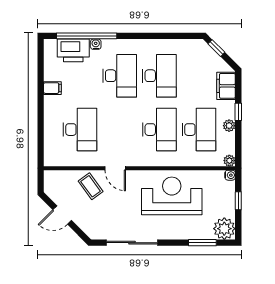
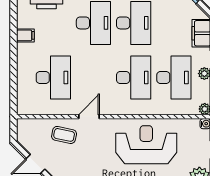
door: (115, 168) -> (89, 117), swing flipped
coffee table: (91, 186) -> (64, 135), turned -42

